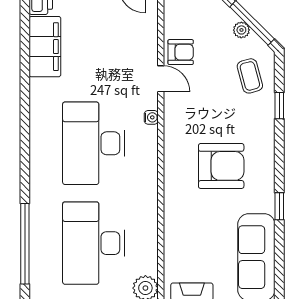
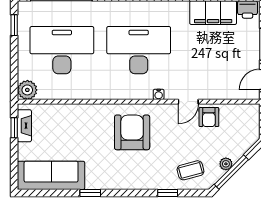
armchair: (221, 166) -> (132, 132), moved, turned 180

